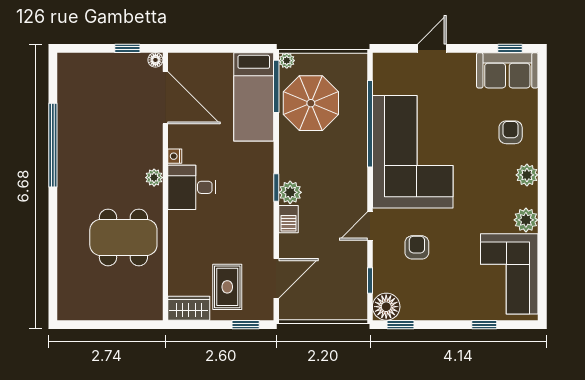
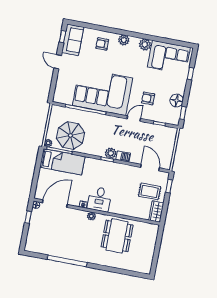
door: (432, 48) -> (58, 62), moved
door: (370, 226) -> (134, 119), swing flipped
floor lamp: (386, 307) -> (177, 101), moved

